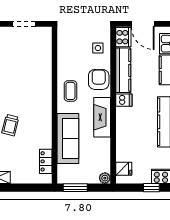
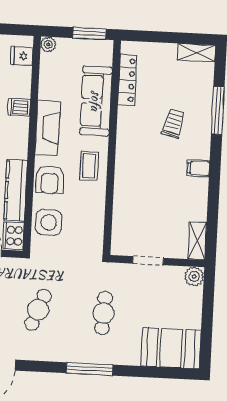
side table: (98, 48) -> (49, 223), width x1.87, depth x1.87
dishwasher: (124, 100) -> (19, 107), moved
locker: (46, 161) -> (127, 80), width x1.53

